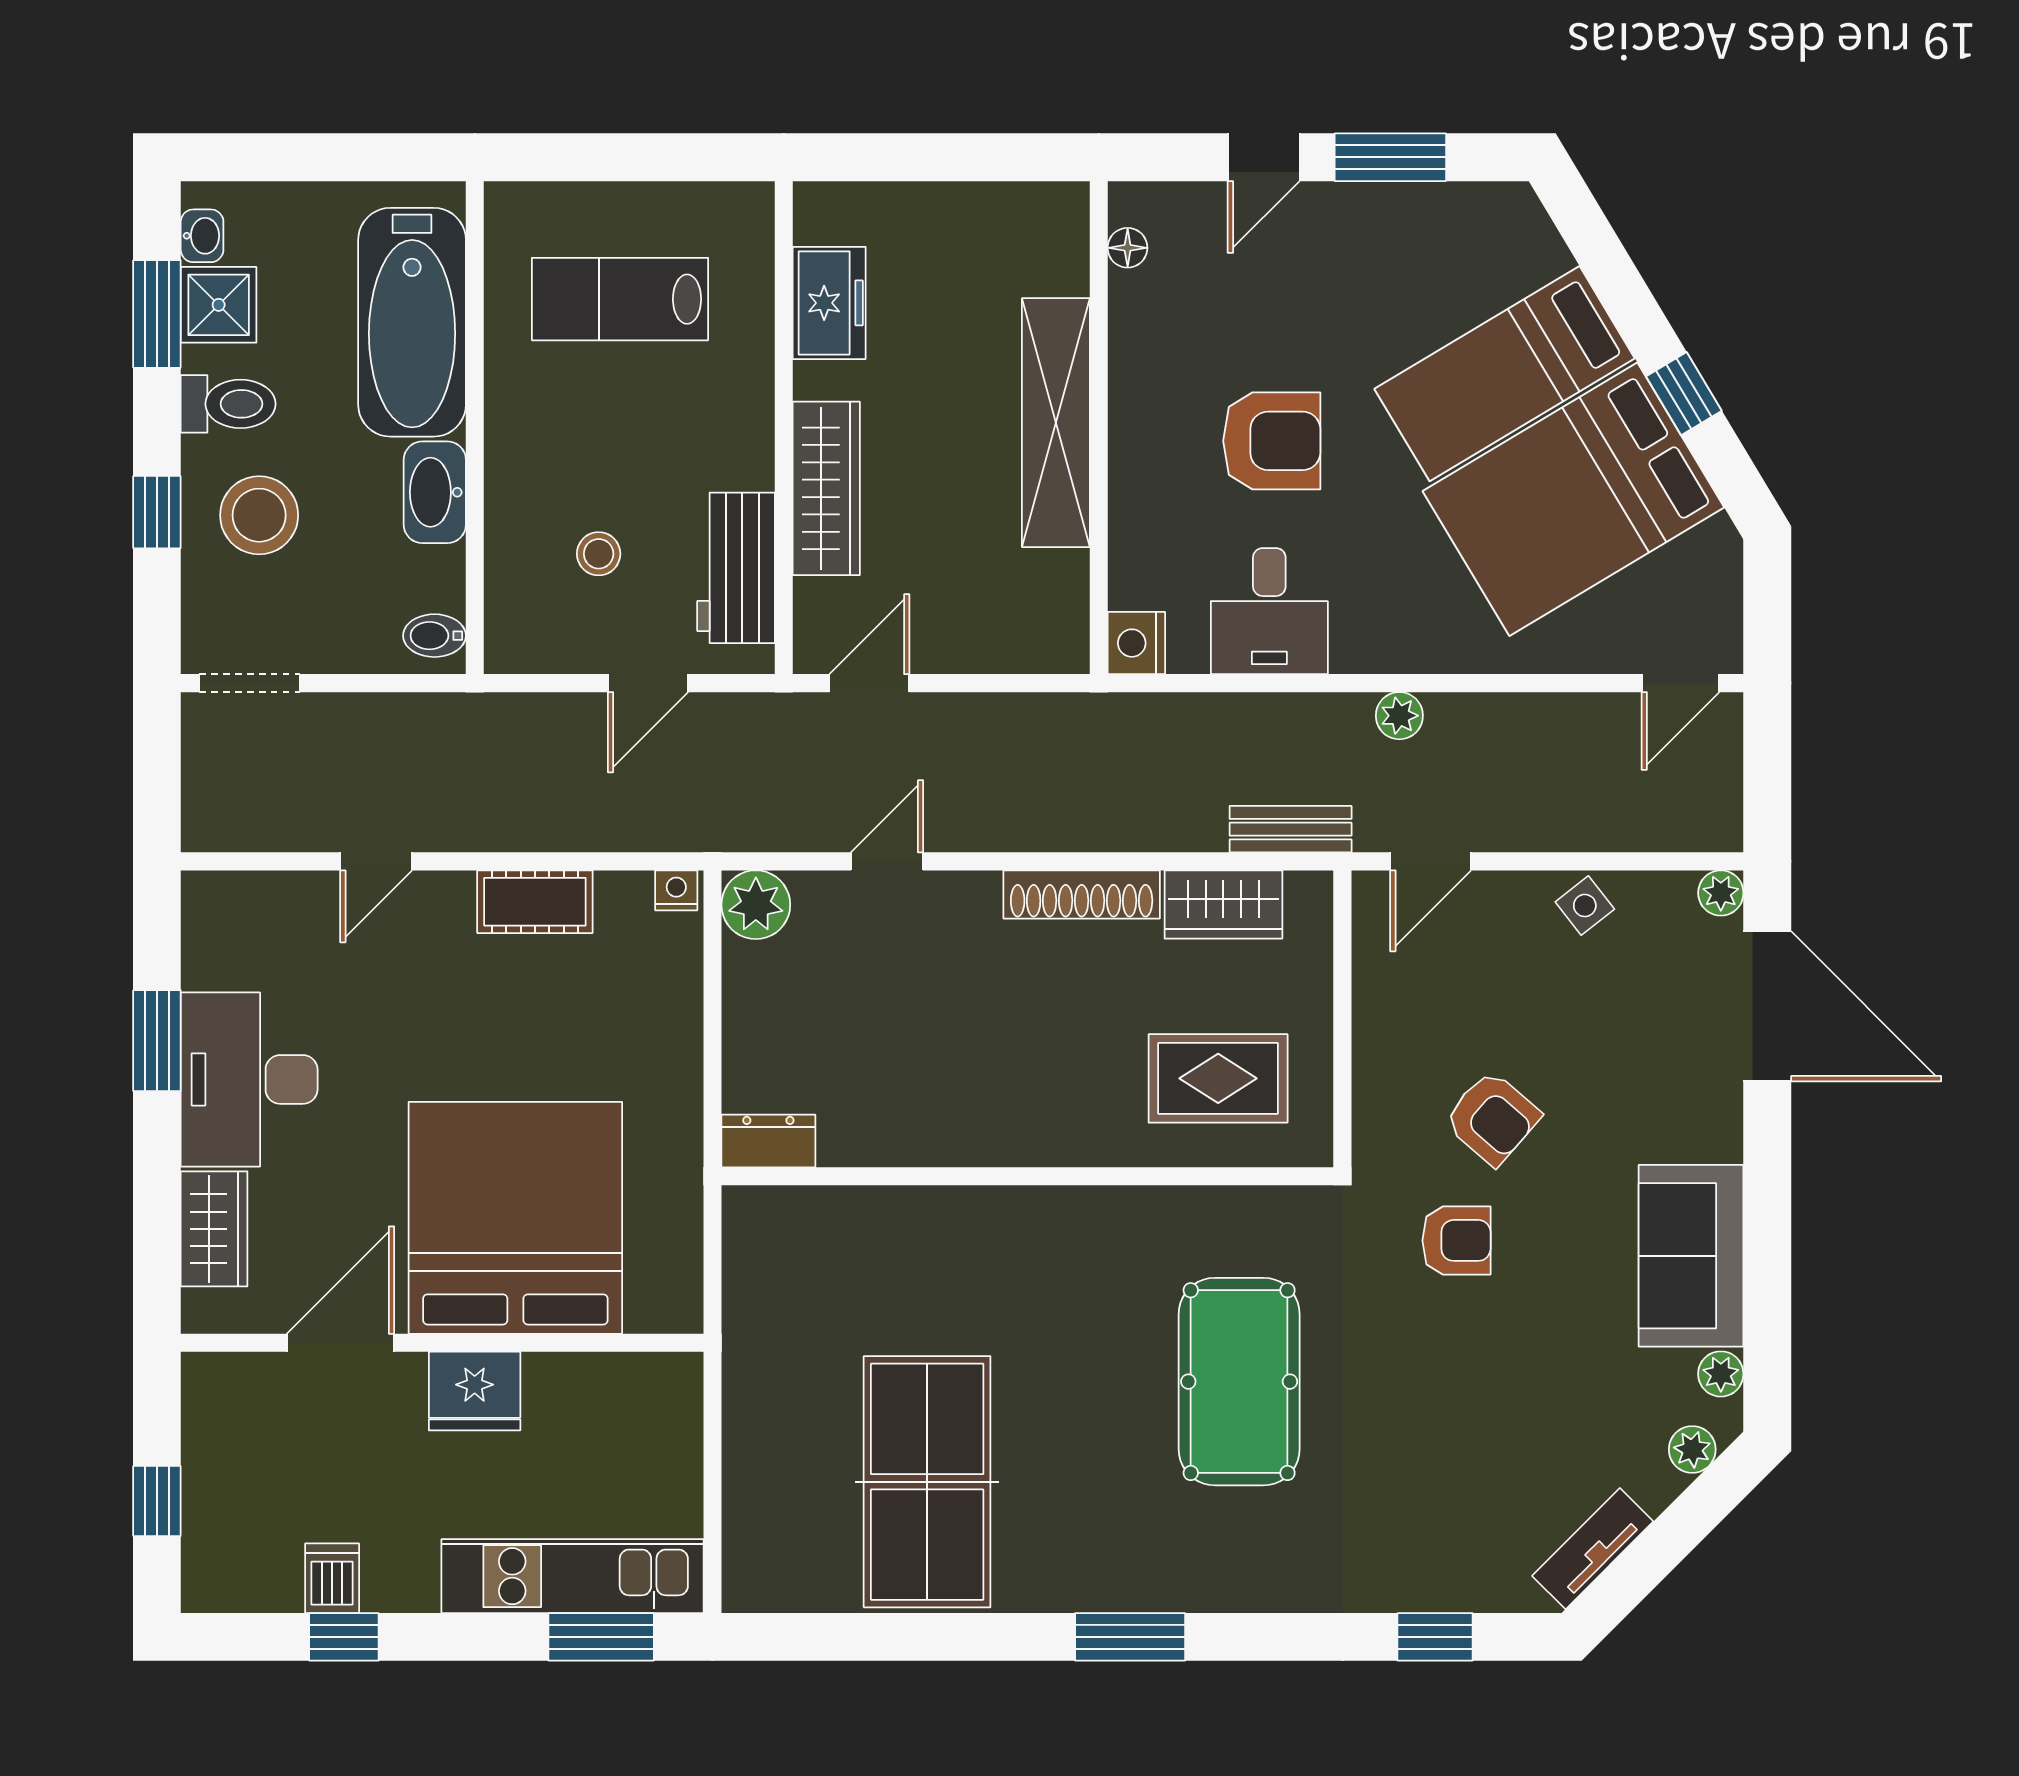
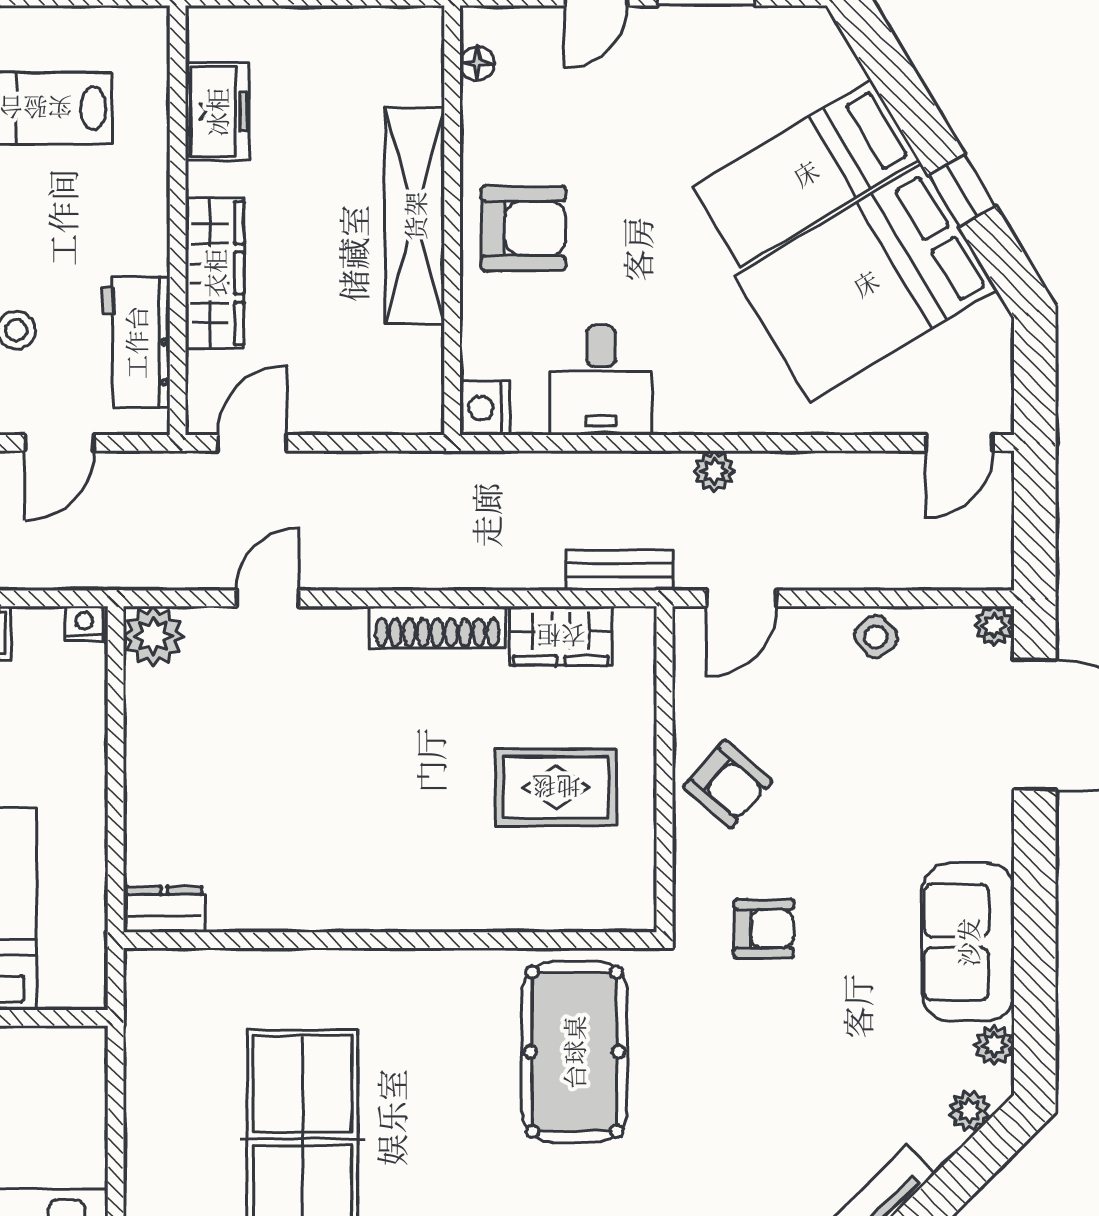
armchair: (1272, 441) -> (523, 228), moved
armchair: (1492, 1118) -> (728, 784), moved
dresser: (768, 1141) -> (164, 909), moved
wall: (1027, 1176) -> (390, 940), moved

